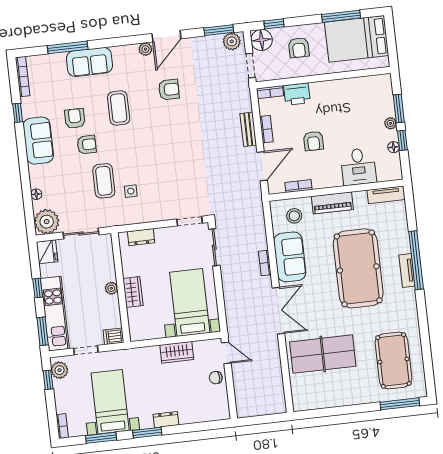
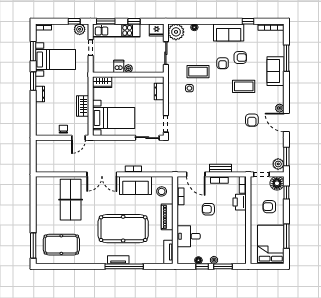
wardrobe: (133, 292) -> (102, 82), moved
dishwasher: (113, 336) -> (119, 66), moved

